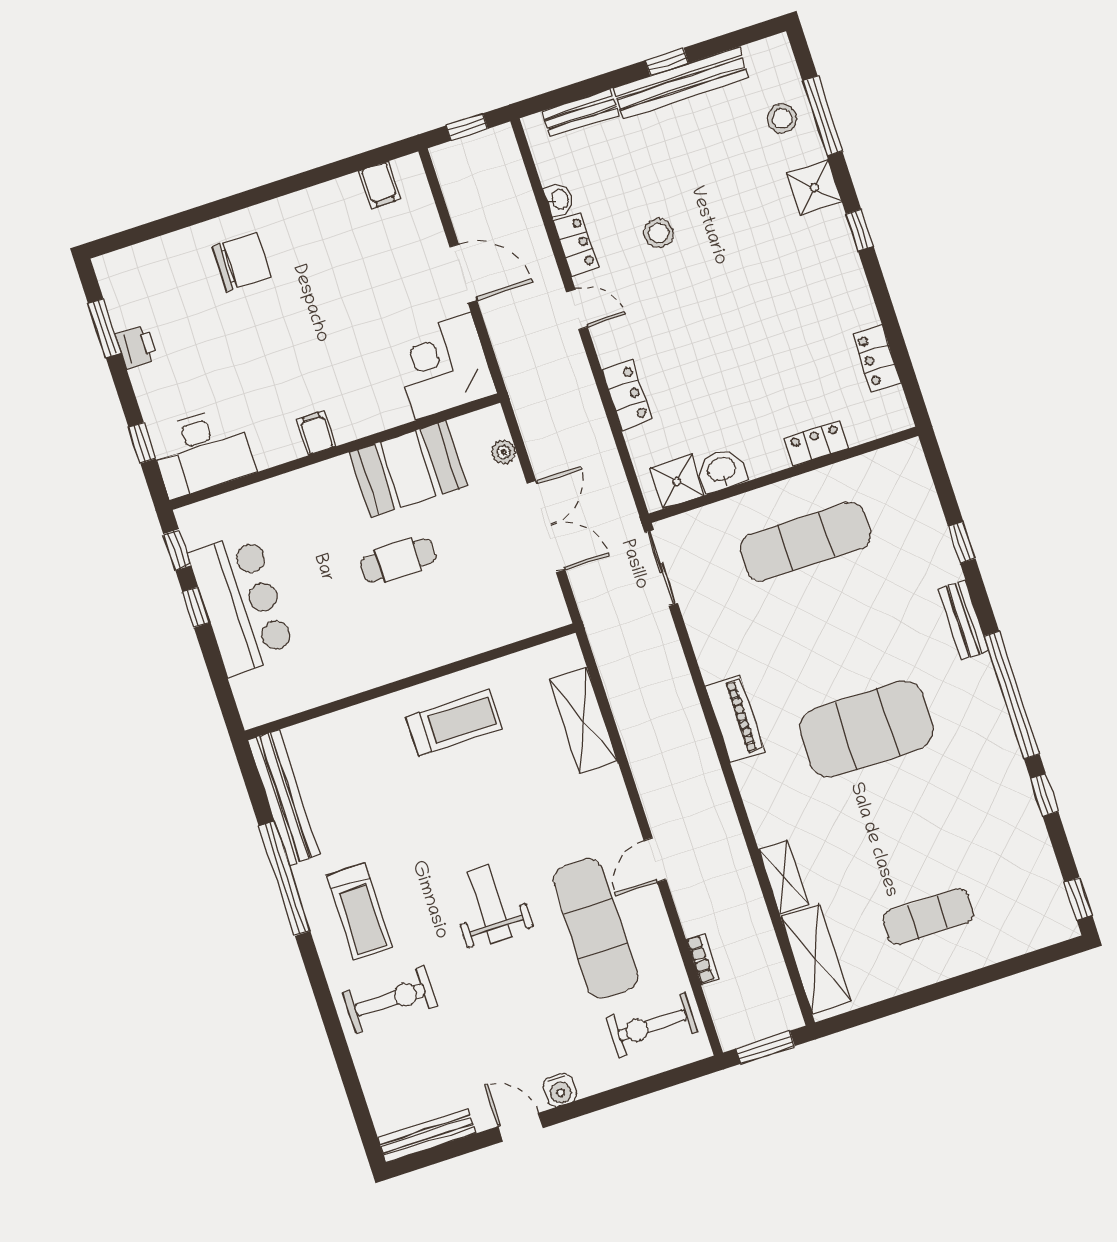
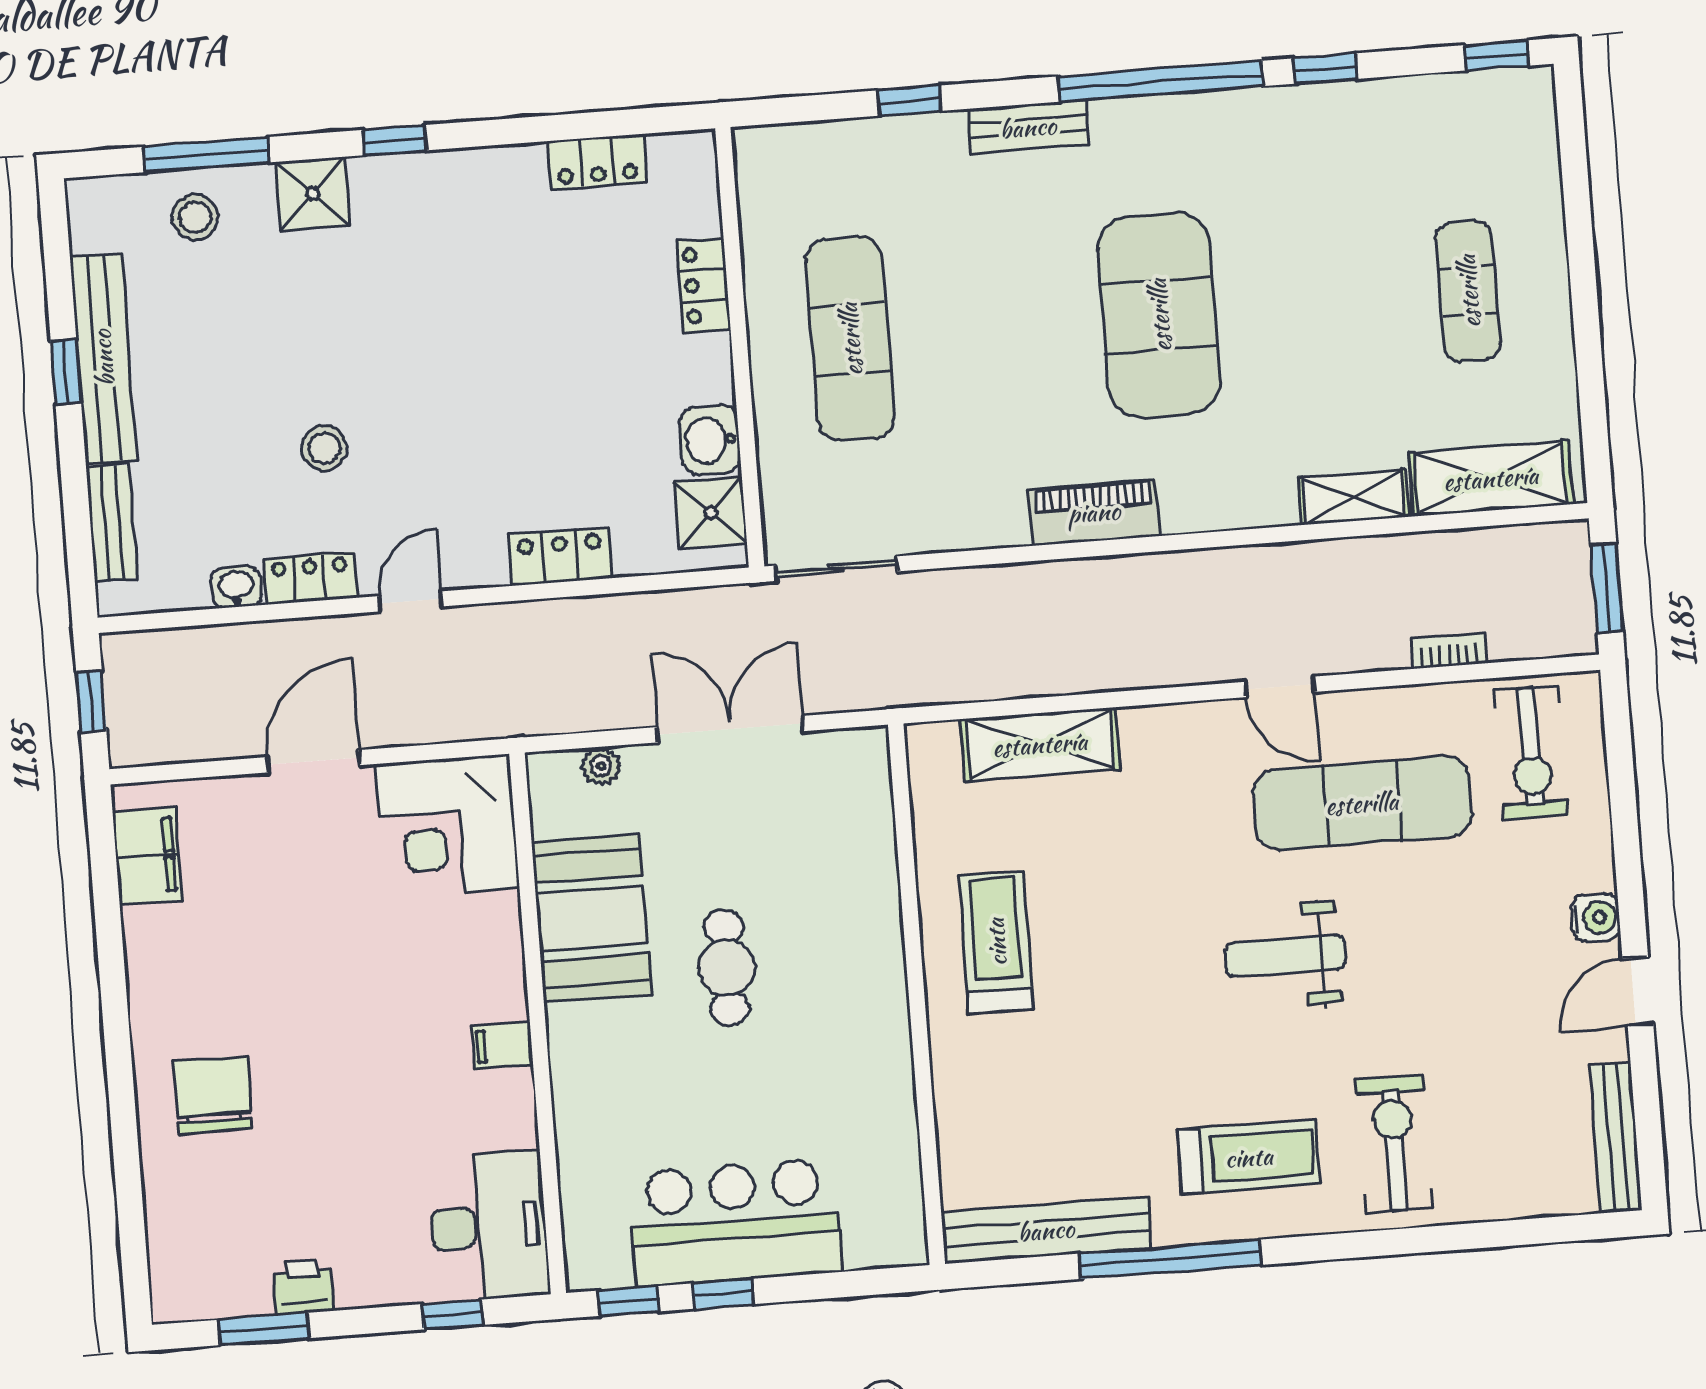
filing cabinet: (380, 185) -> (147, 856), width x2.00

